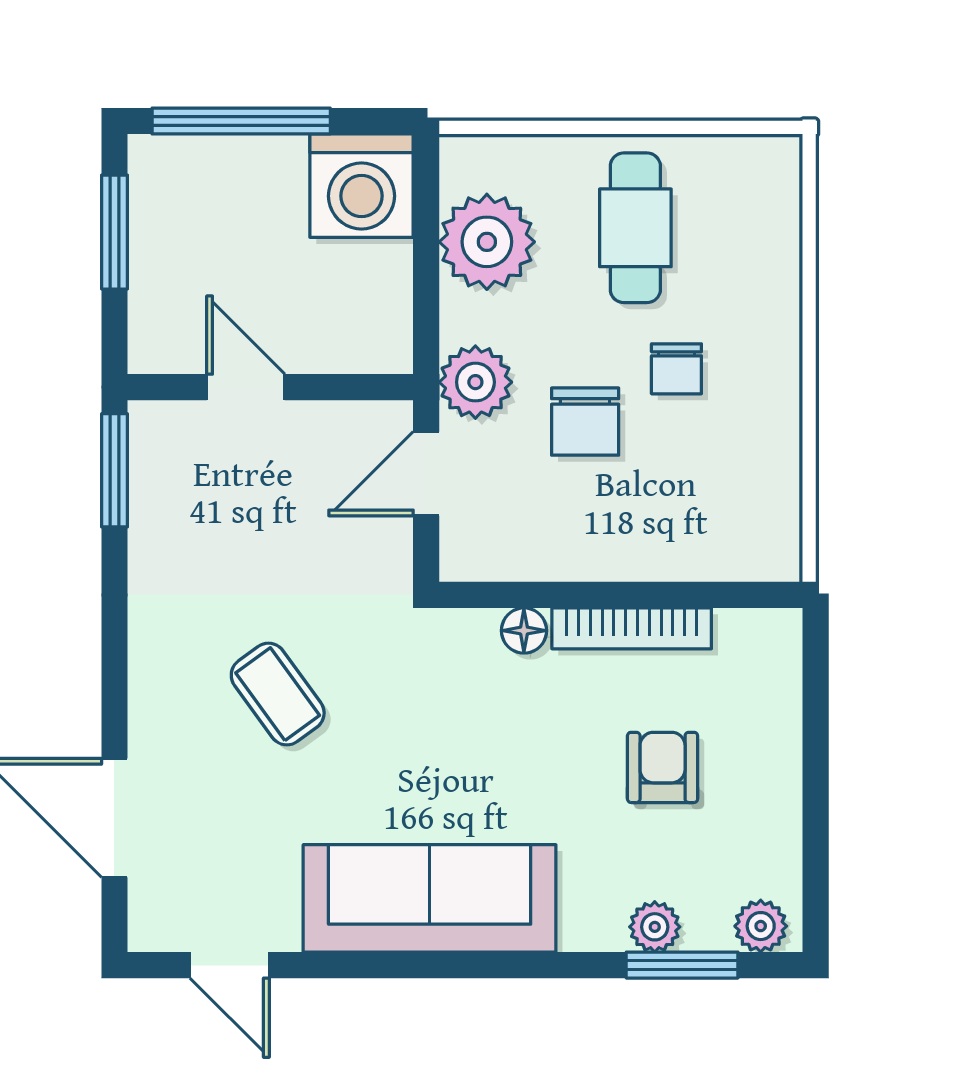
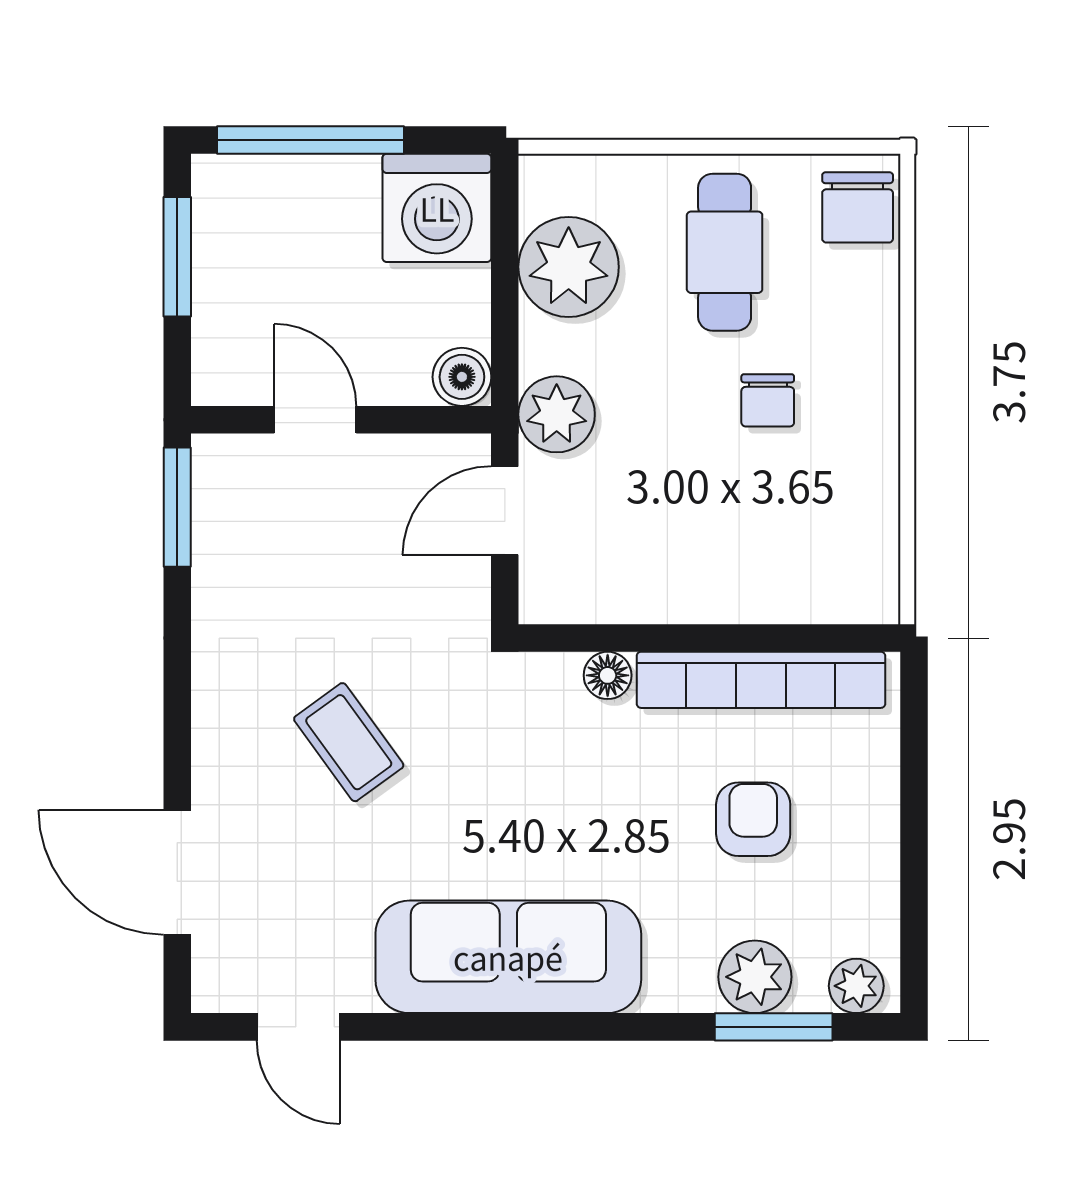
boiler: (385, 346) -> (462, 377), added
chair: (585, 422) -> (858, 207), moved
bookcase: (632, 628) -> (761, 680), width x1.48, depth x1.31
plant: (655, 927) -> (755, 977), width x1.38, depth x1.38

